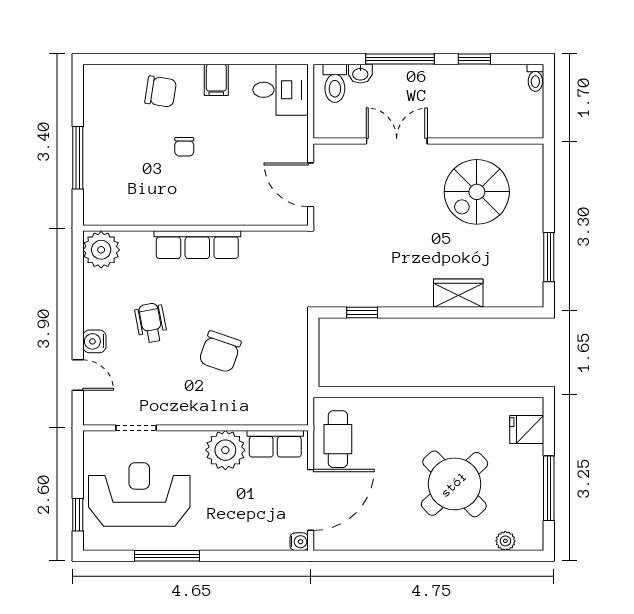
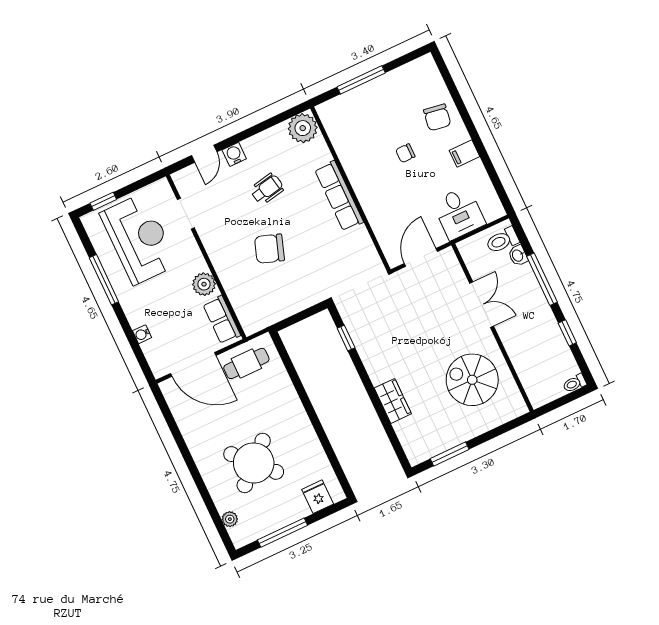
desk: (281, 90) -> (459, 213), moved
plant: (225, 450) -> (204, 284), width x0.73, depth x0.73
water cooler: (299, 542) -> (142, 334), moved, turned 90

